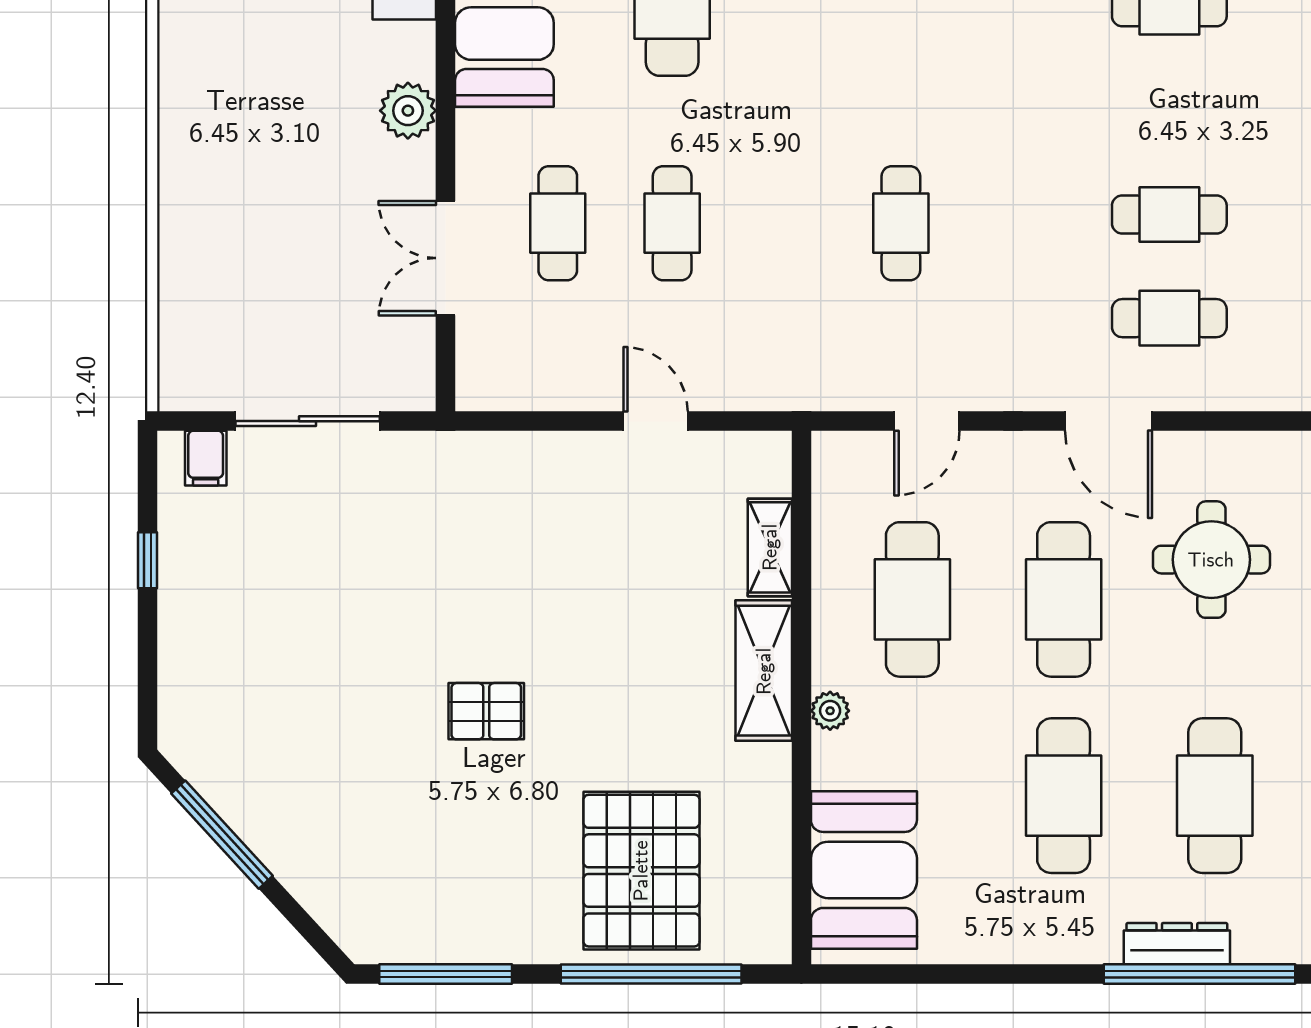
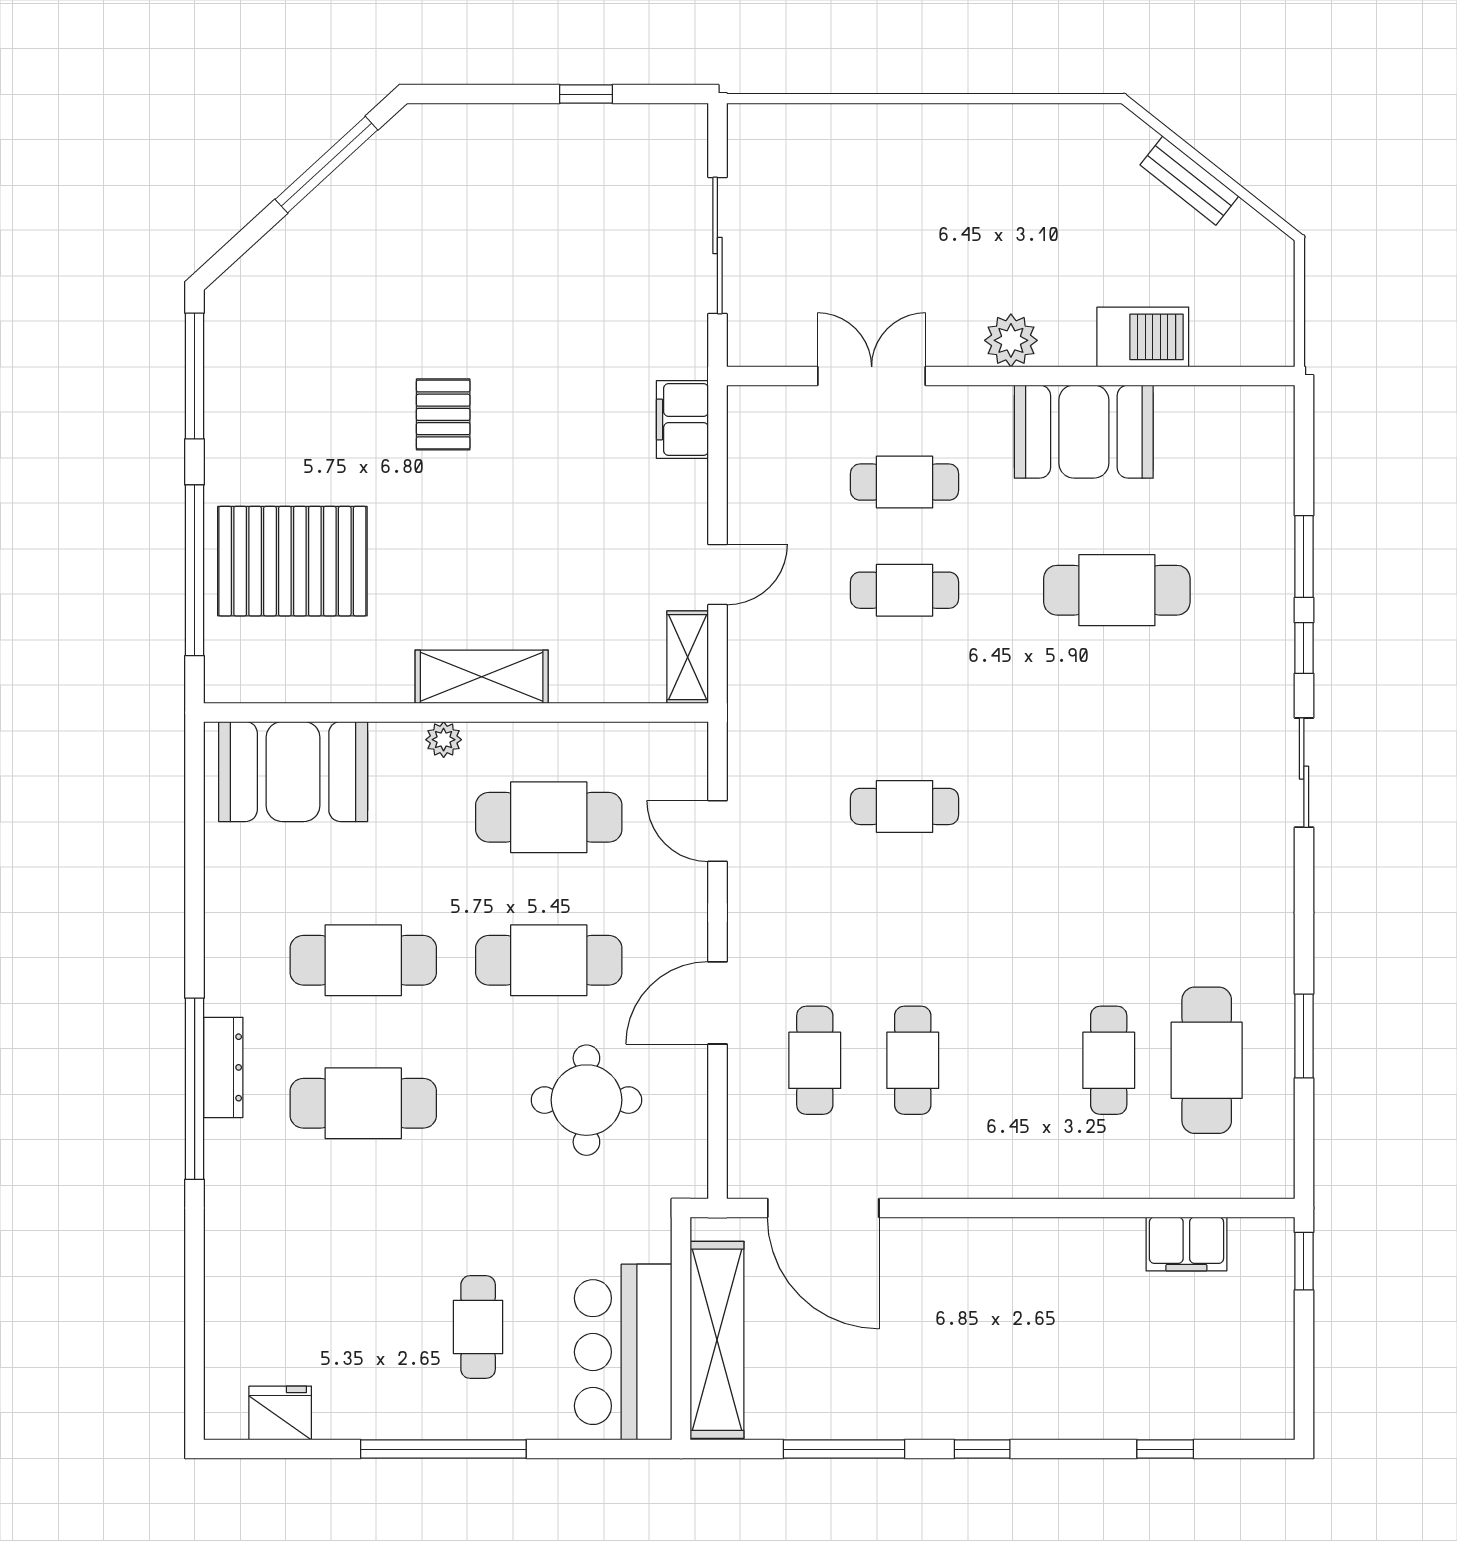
filing cabinet: (206, 458) -> (682, 420), moved, width x2.00
shelving: (770, 547) -> (688, 657), moved, turned 90

